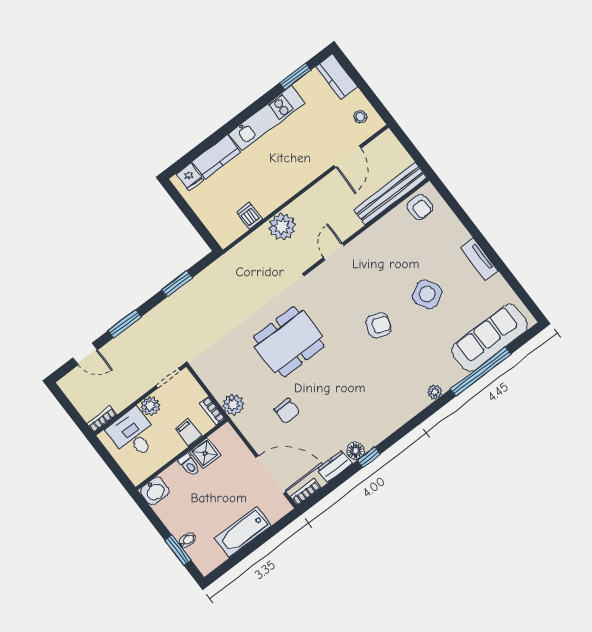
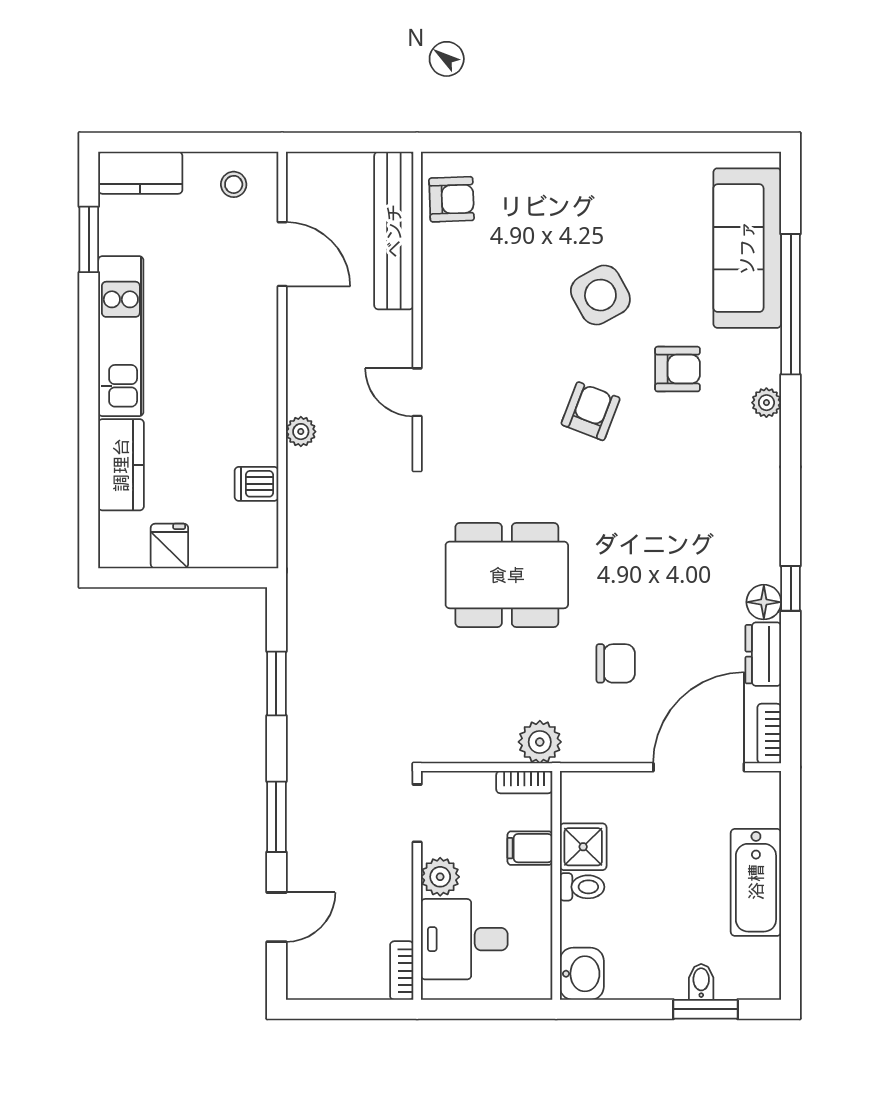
fridge: (190, 177) -> (169, 546), moved, turned -90
plant: (282, 227) -> (301, 432), width x0.53, depth x0.53
tv unit: (479, 259) -> (608, 168), removed
dining table: (289, 342) -> (507, 575), turned 90
armchair: (421, 347) -> (677, 369), added

